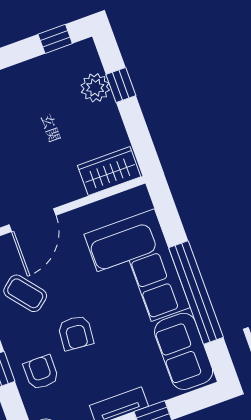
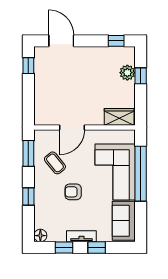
window: (196, 293) -> (141, 174), moved
armchair: (76, 333) -> (73, 192), turned 85
armchair: (41, 372) -> (49, 205), removed

